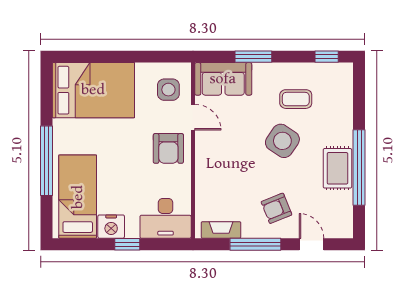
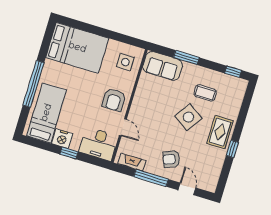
door: (193, 117) -> (123, 127), moved
window: (359, 167) -> (232, 149), width x0.32
rug: (337, 168) -> (220, 132), moved

